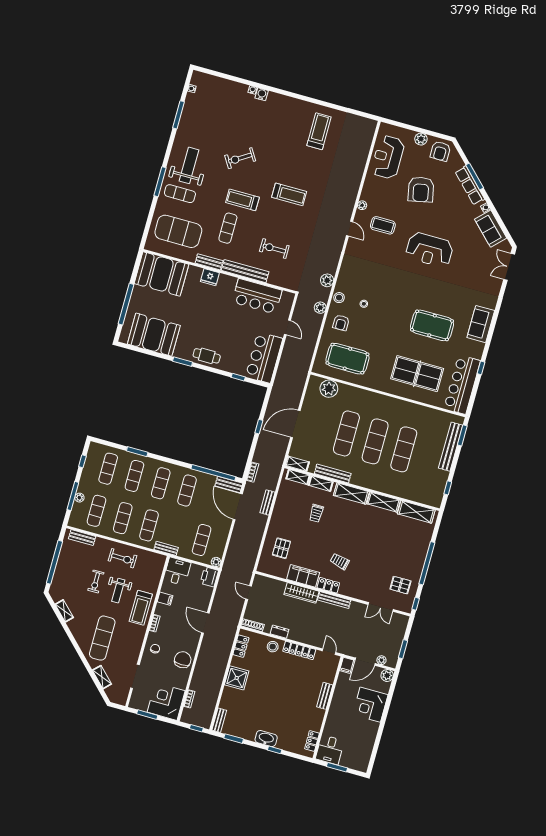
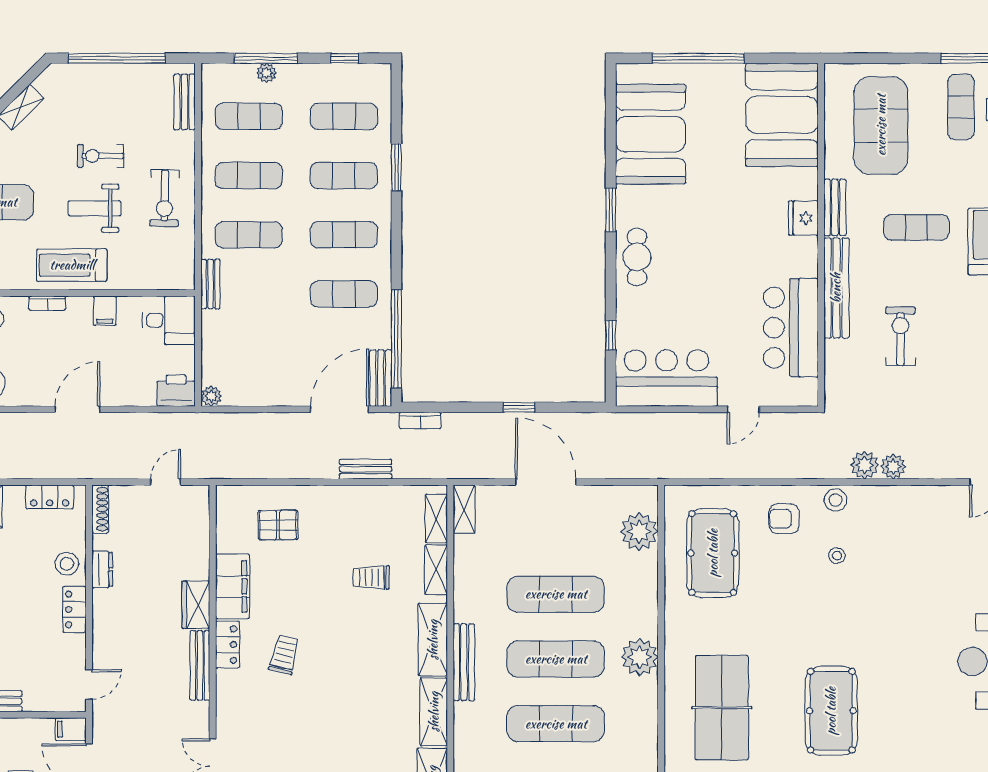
plant: (320, 308) -> (893, 467), moved
plant: (385, 404) -> (640, 657), added
bench: (333, 474) -> (464, 662), moved
exercise mat: (202, 540) -> (249, 353), removed
wardrobe: (302, 593) -> (196, 605), width x0.67
locker: (299, 650) -> (74, 609), width x0.66

